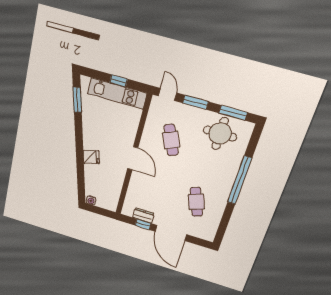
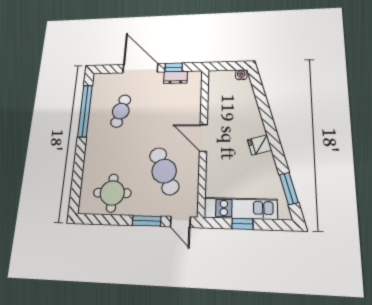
window: (233, 113) -> (104, 219), removed
cafe table: (171, 140) -> (164, 171), width x1.37, depth x1.35
fridge: (91, 157) -> (260, 145), moved
window: (240, 180) -> (85, 111), moved
cafe table: (196, 202) -> (121, 111), turned 36

